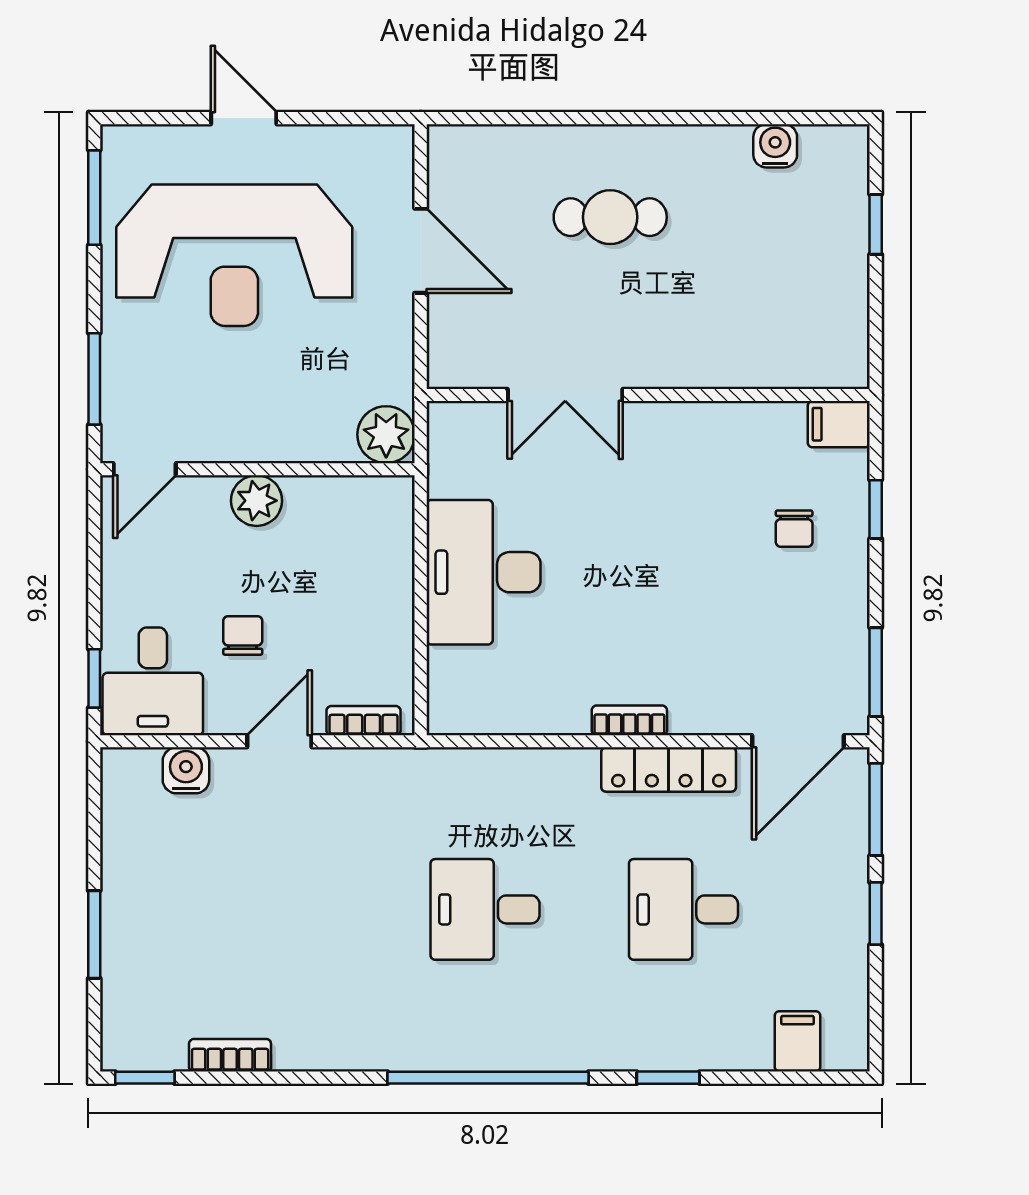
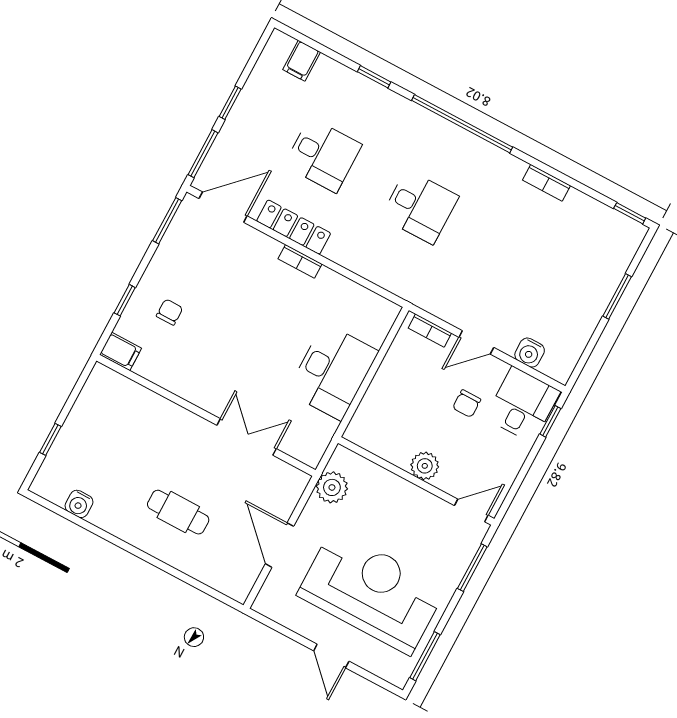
plant: (386, 435) -> (332, 487), moved
bookcase: (230, 1055) -> (546, 183), moved

